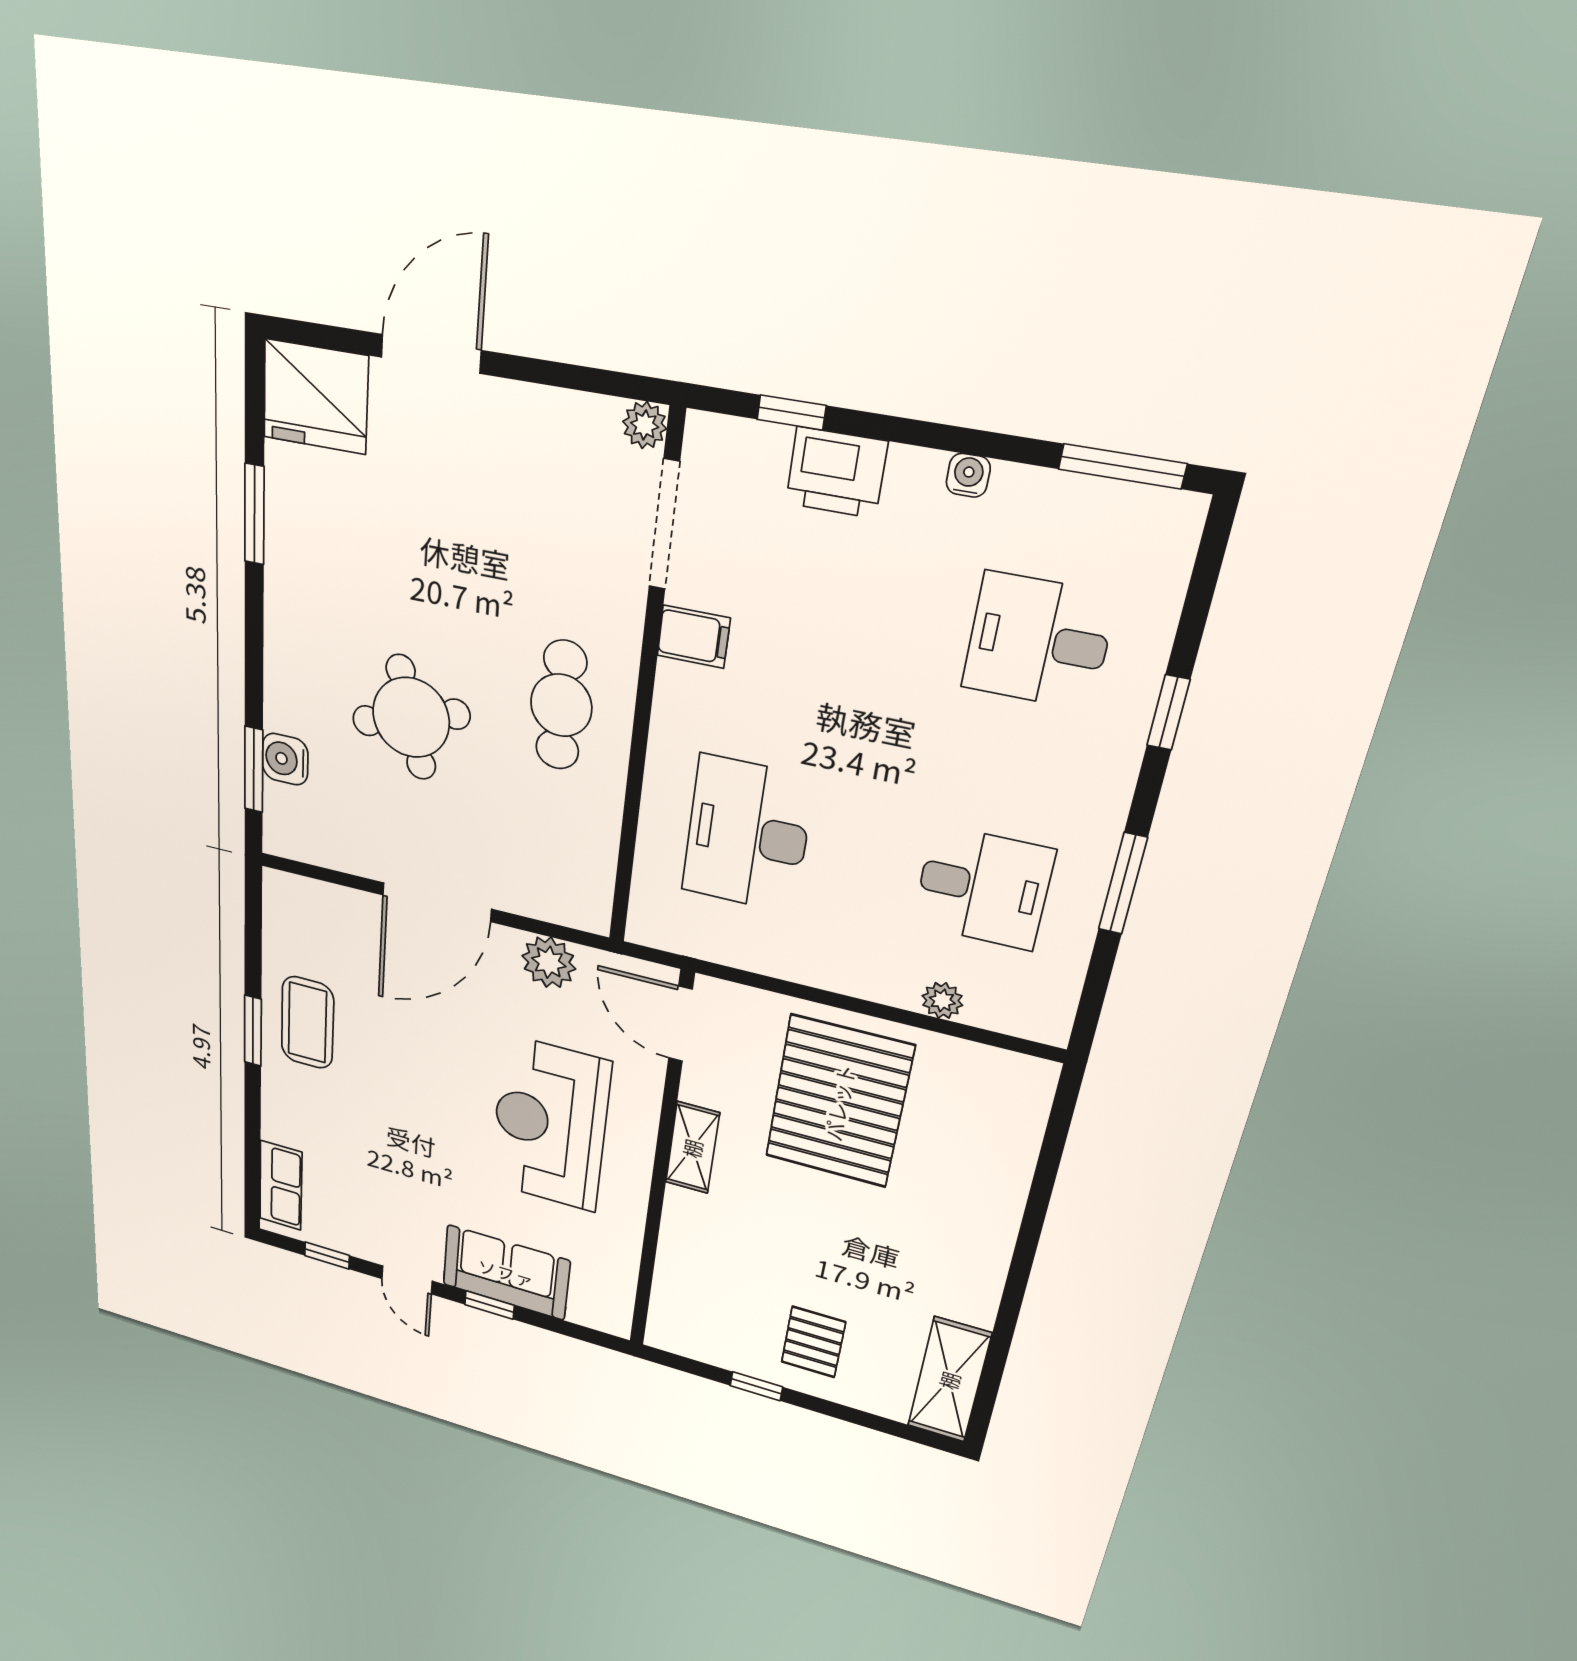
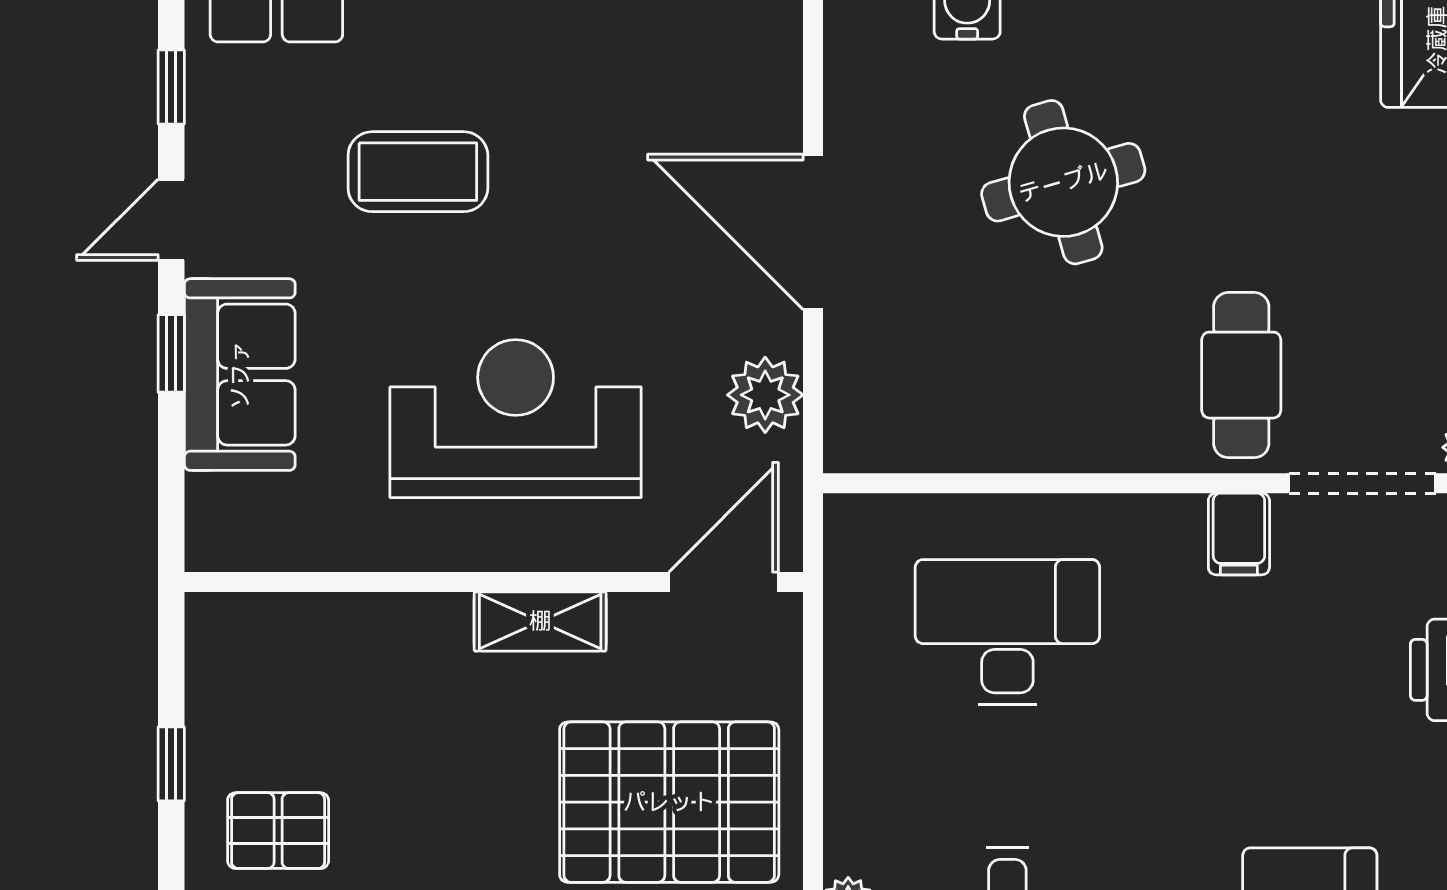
cafe table: (561, 705) -> (1241, 375), moved, turned 90
coffee table: (307, 1023) -> (418, 172), moved

